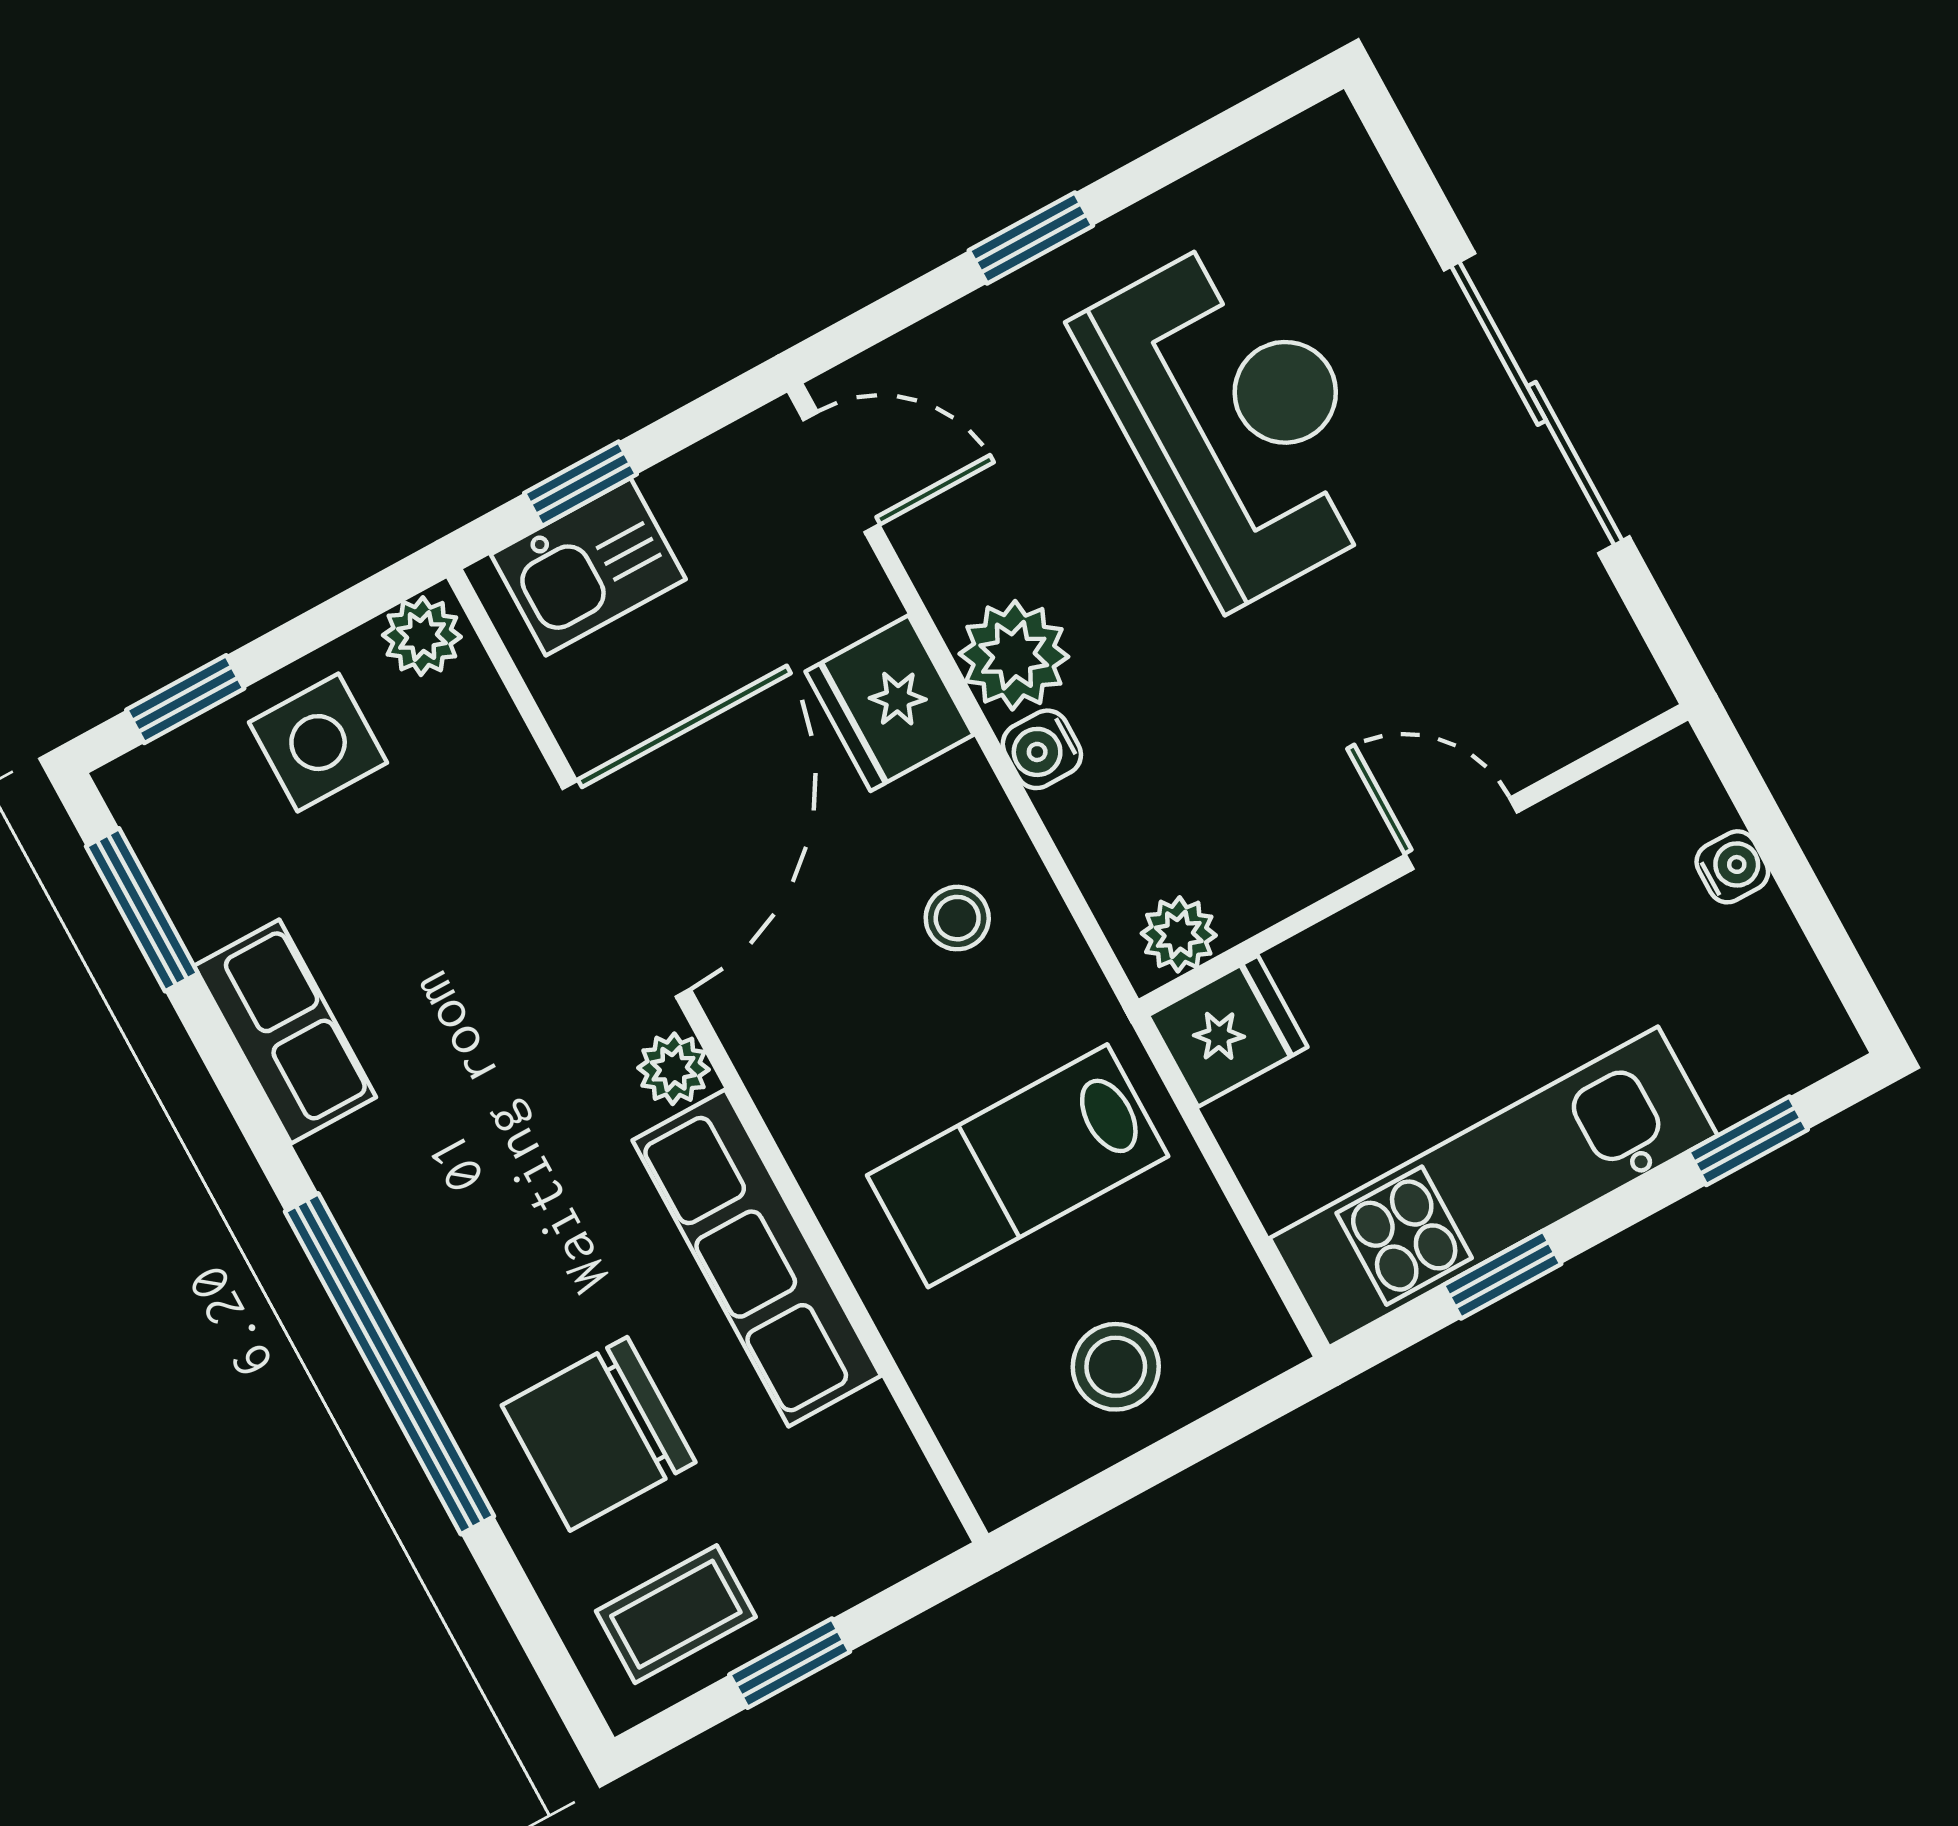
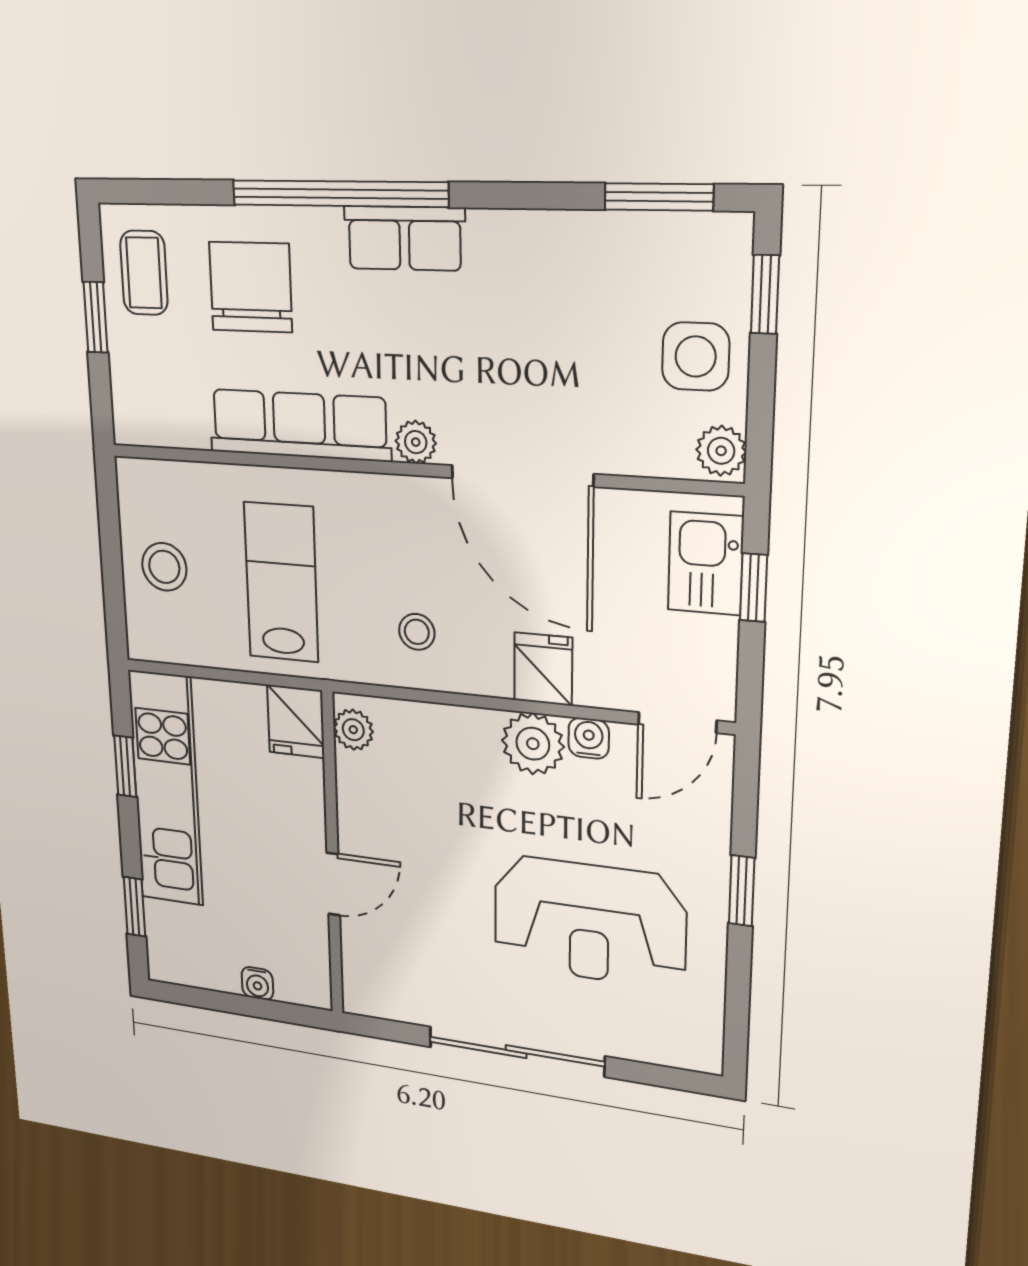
fridge: (890, 703) -> (543, 669), width x0.72
water cooler: (1042, 749) -> (589, 738), moved
row of seats: (285, 1031) -> (404, 238), moved

